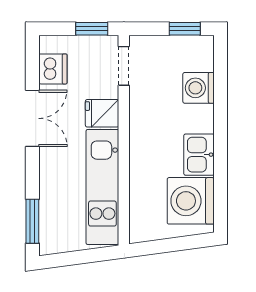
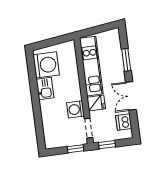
window: (185, 29) -> (76, 149), moved
washing machine: (198, 88) -> (75, 109), moved, turned 180
window: (32, 221) -> (126, 60), moved

